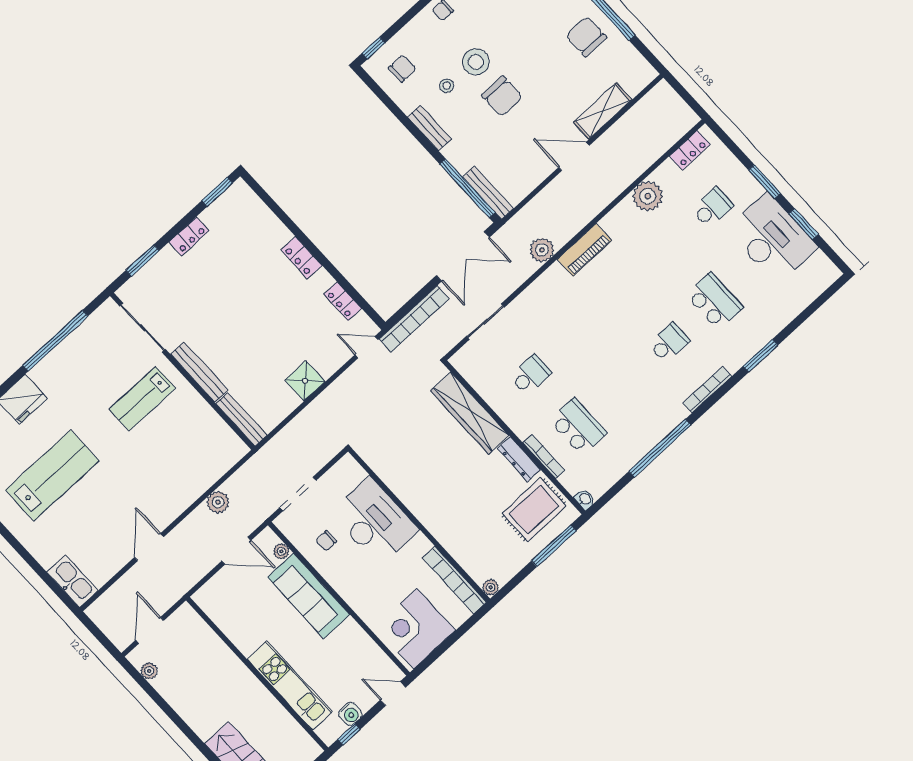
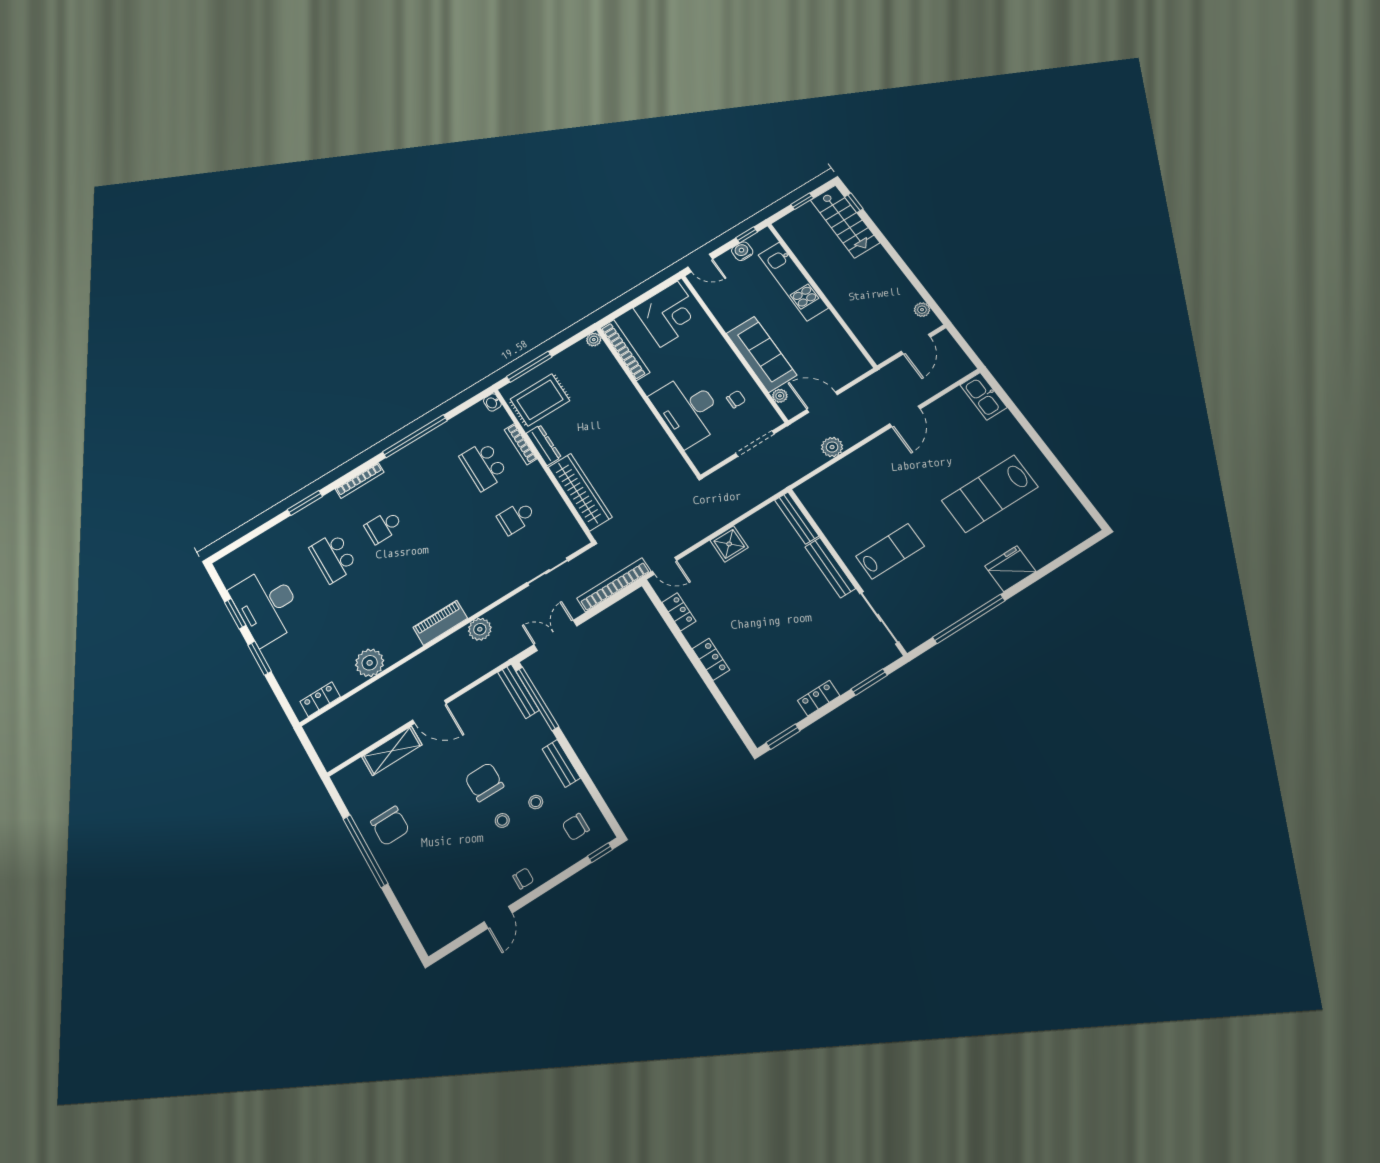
stool: (476, 62) -> (502, 820), width x0.53, depth x0.53
school desk: (712, 208) -> (313, 642), removed
double door: (463, 256) -> (555, 635), width x0.73

